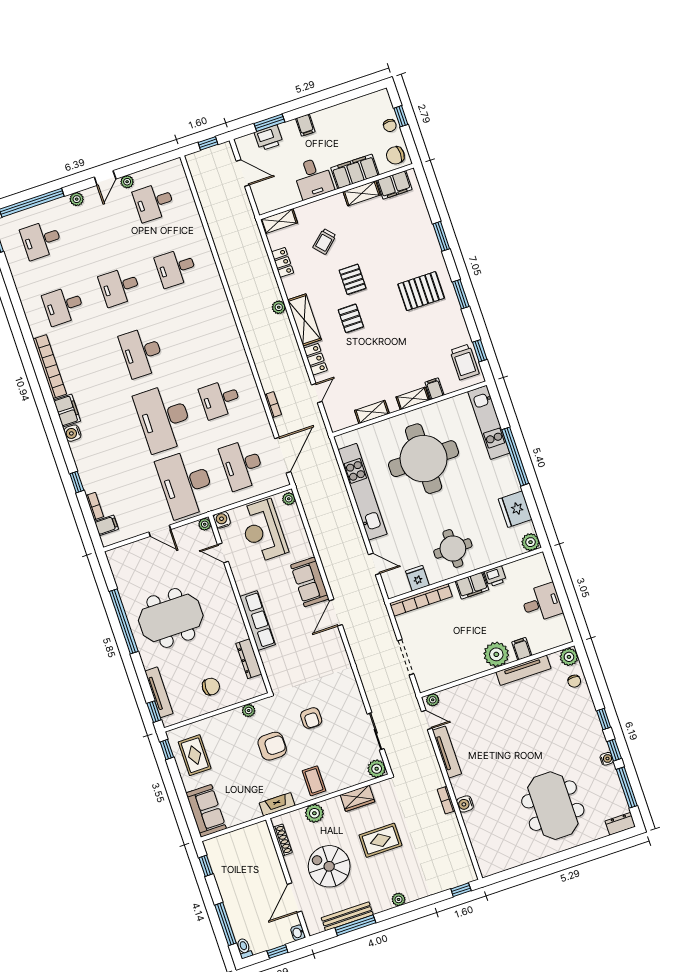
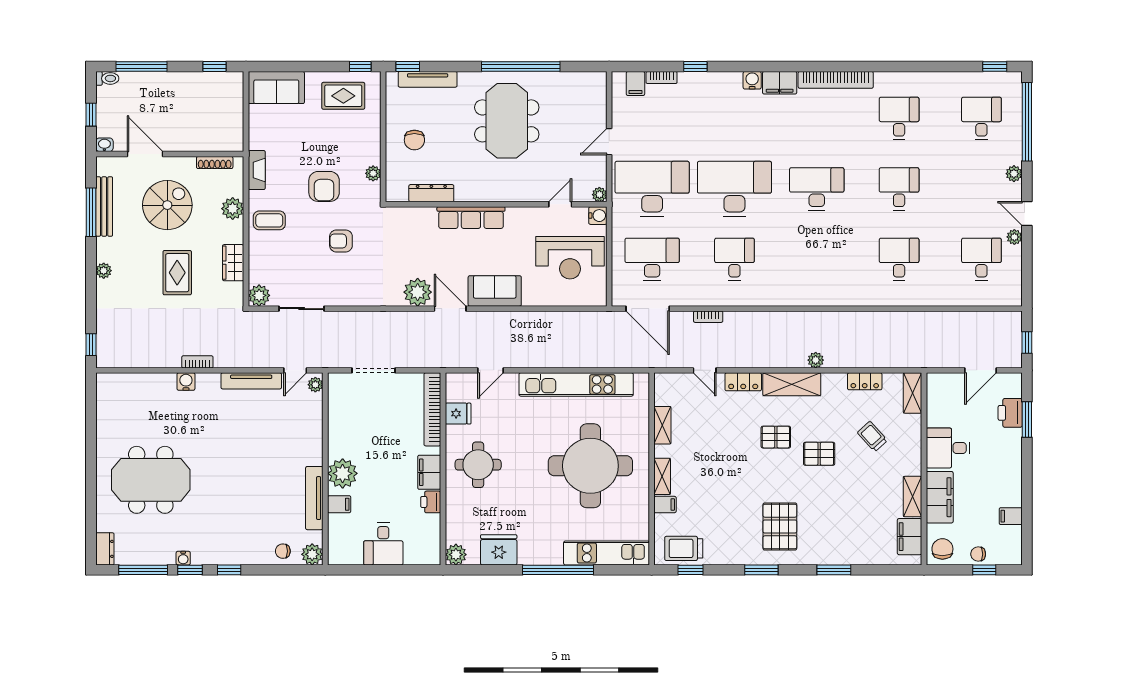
filing cabinet: (305, 125) -> (1011, 516), moved
plant: (289, 499) -> (418, 292), moved, width x1.88, depth x1.88
reception desk: (263, 531) -> (570, 258), turned 180

